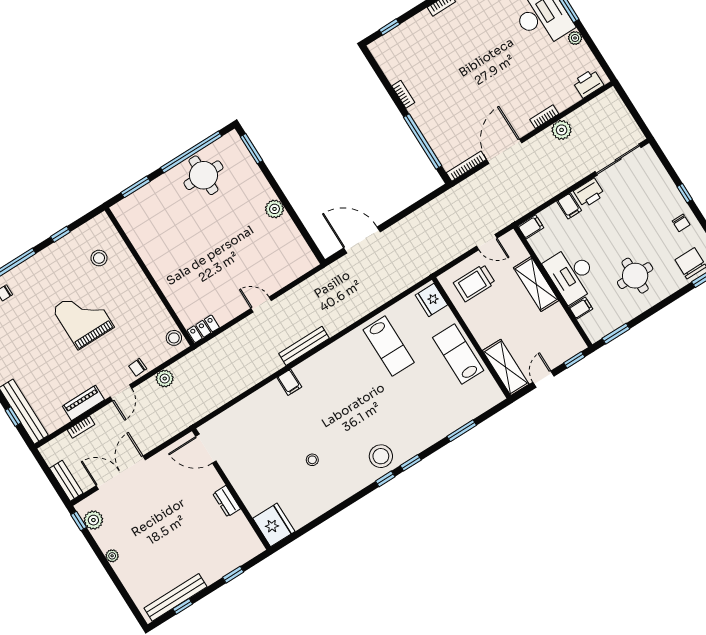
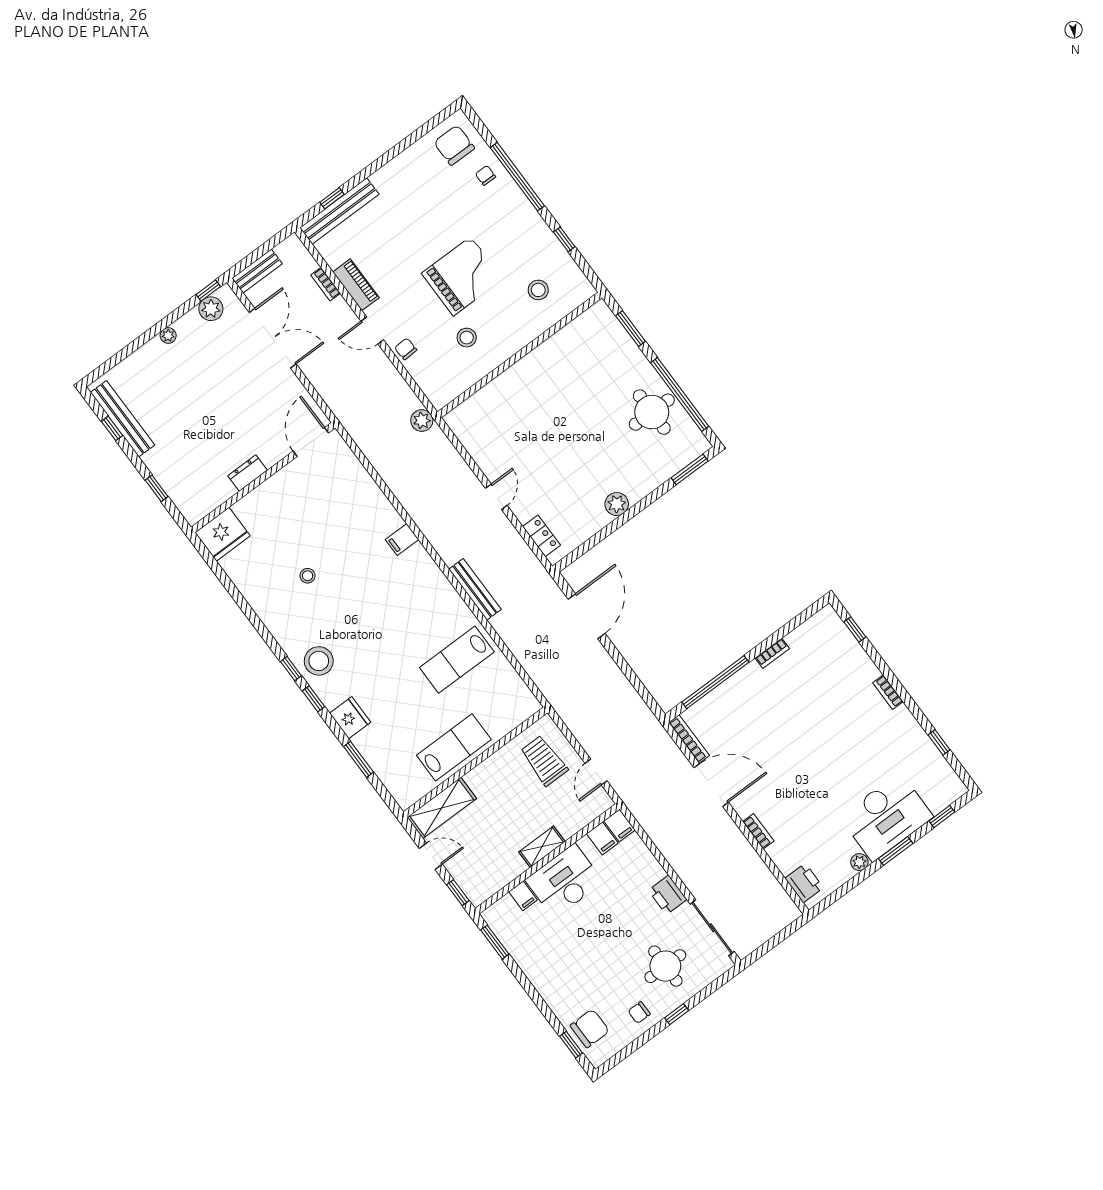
plant: (562, 130) -> (743, 854), removed
filing cabinet: (569, 206) -> (602, 838), moved, turned -90
round table: (635, 276) -> (665, 966), moved
shelving: (536, 284) -> (542, 847), width x0.67, depth x0.75
fridge: (431, 300) -> (350, 718), moved, turned 90
locker: (203, 329) -> (541, 536), moved
stool: (174, 338) -> (467, 338), moved
bench: (304, 346) -> (475, 589), moved
plant: (165, 379) -> (422, 420), moved

